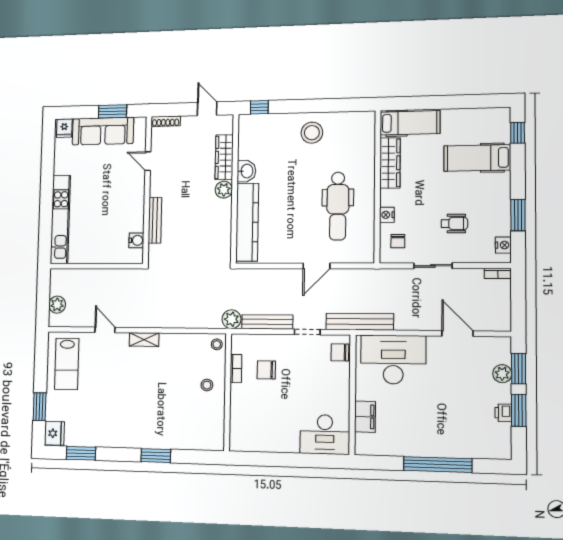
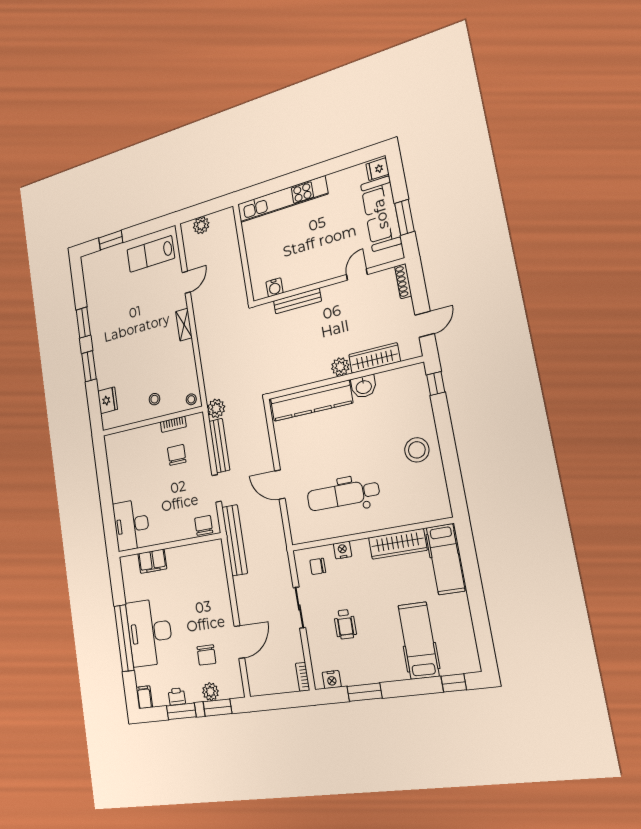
desk: (393, 360) -> (150, 632), moved, turned 180
chair: (466, 372) -> (206, 655), added
fridge: (54, 433) -> (108, 400), moved, turned -90
filing cabinet: (501, 451) -> (144, 697), added
window: (81, 453) -> (83, 323), moved

